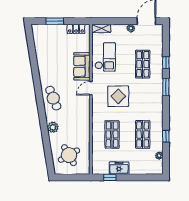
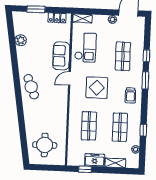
trolley: (152, 103) -> (130, 95), added
plant: (53, 127) -> (21, 40), moved
round table: (69, 155) -> (45, 145), turned 30
shelving: (140, 170) -> (115, 163), added

